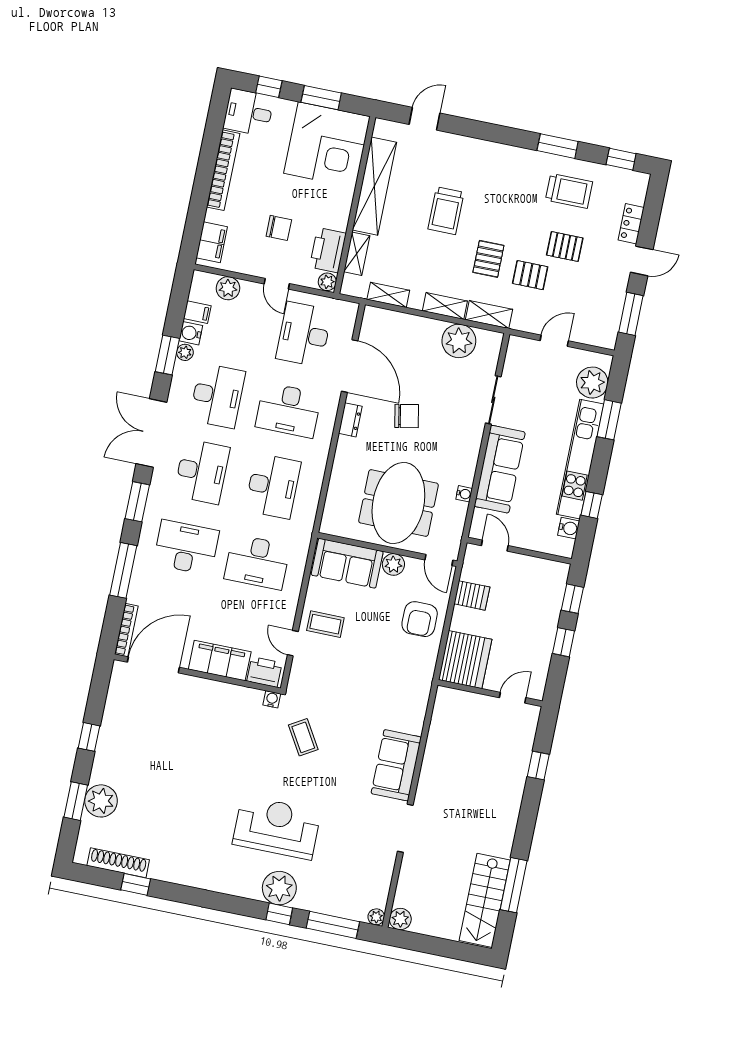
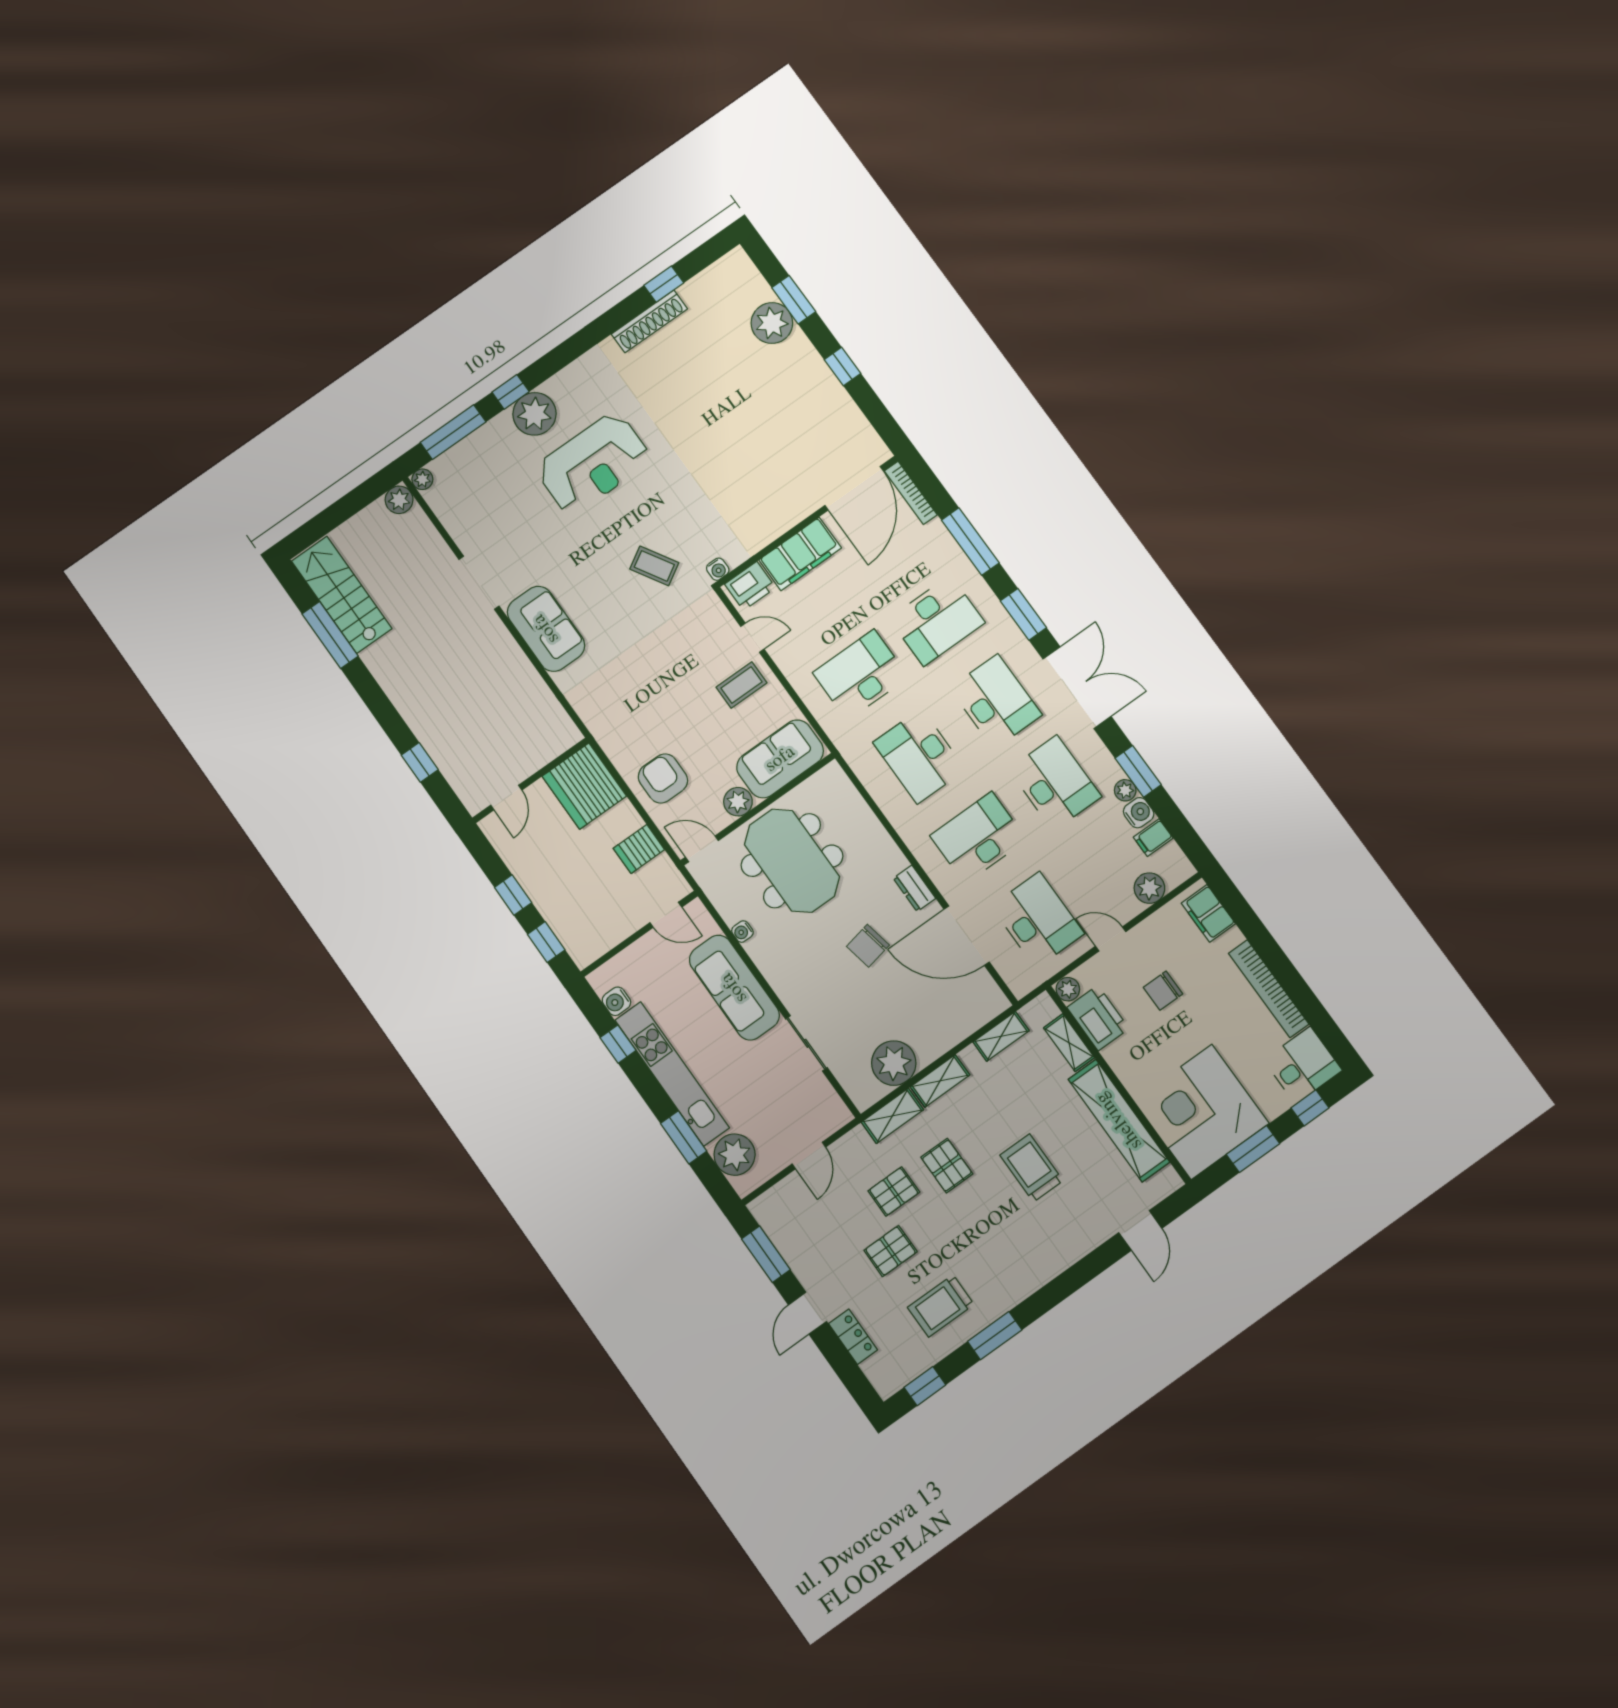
desk: (217, 396) -> (1055, 783), turned 180
desk: (202, 472) -> (996, 701), turned 180
shoe rack: (118, 863) -> (649, 321), moved

